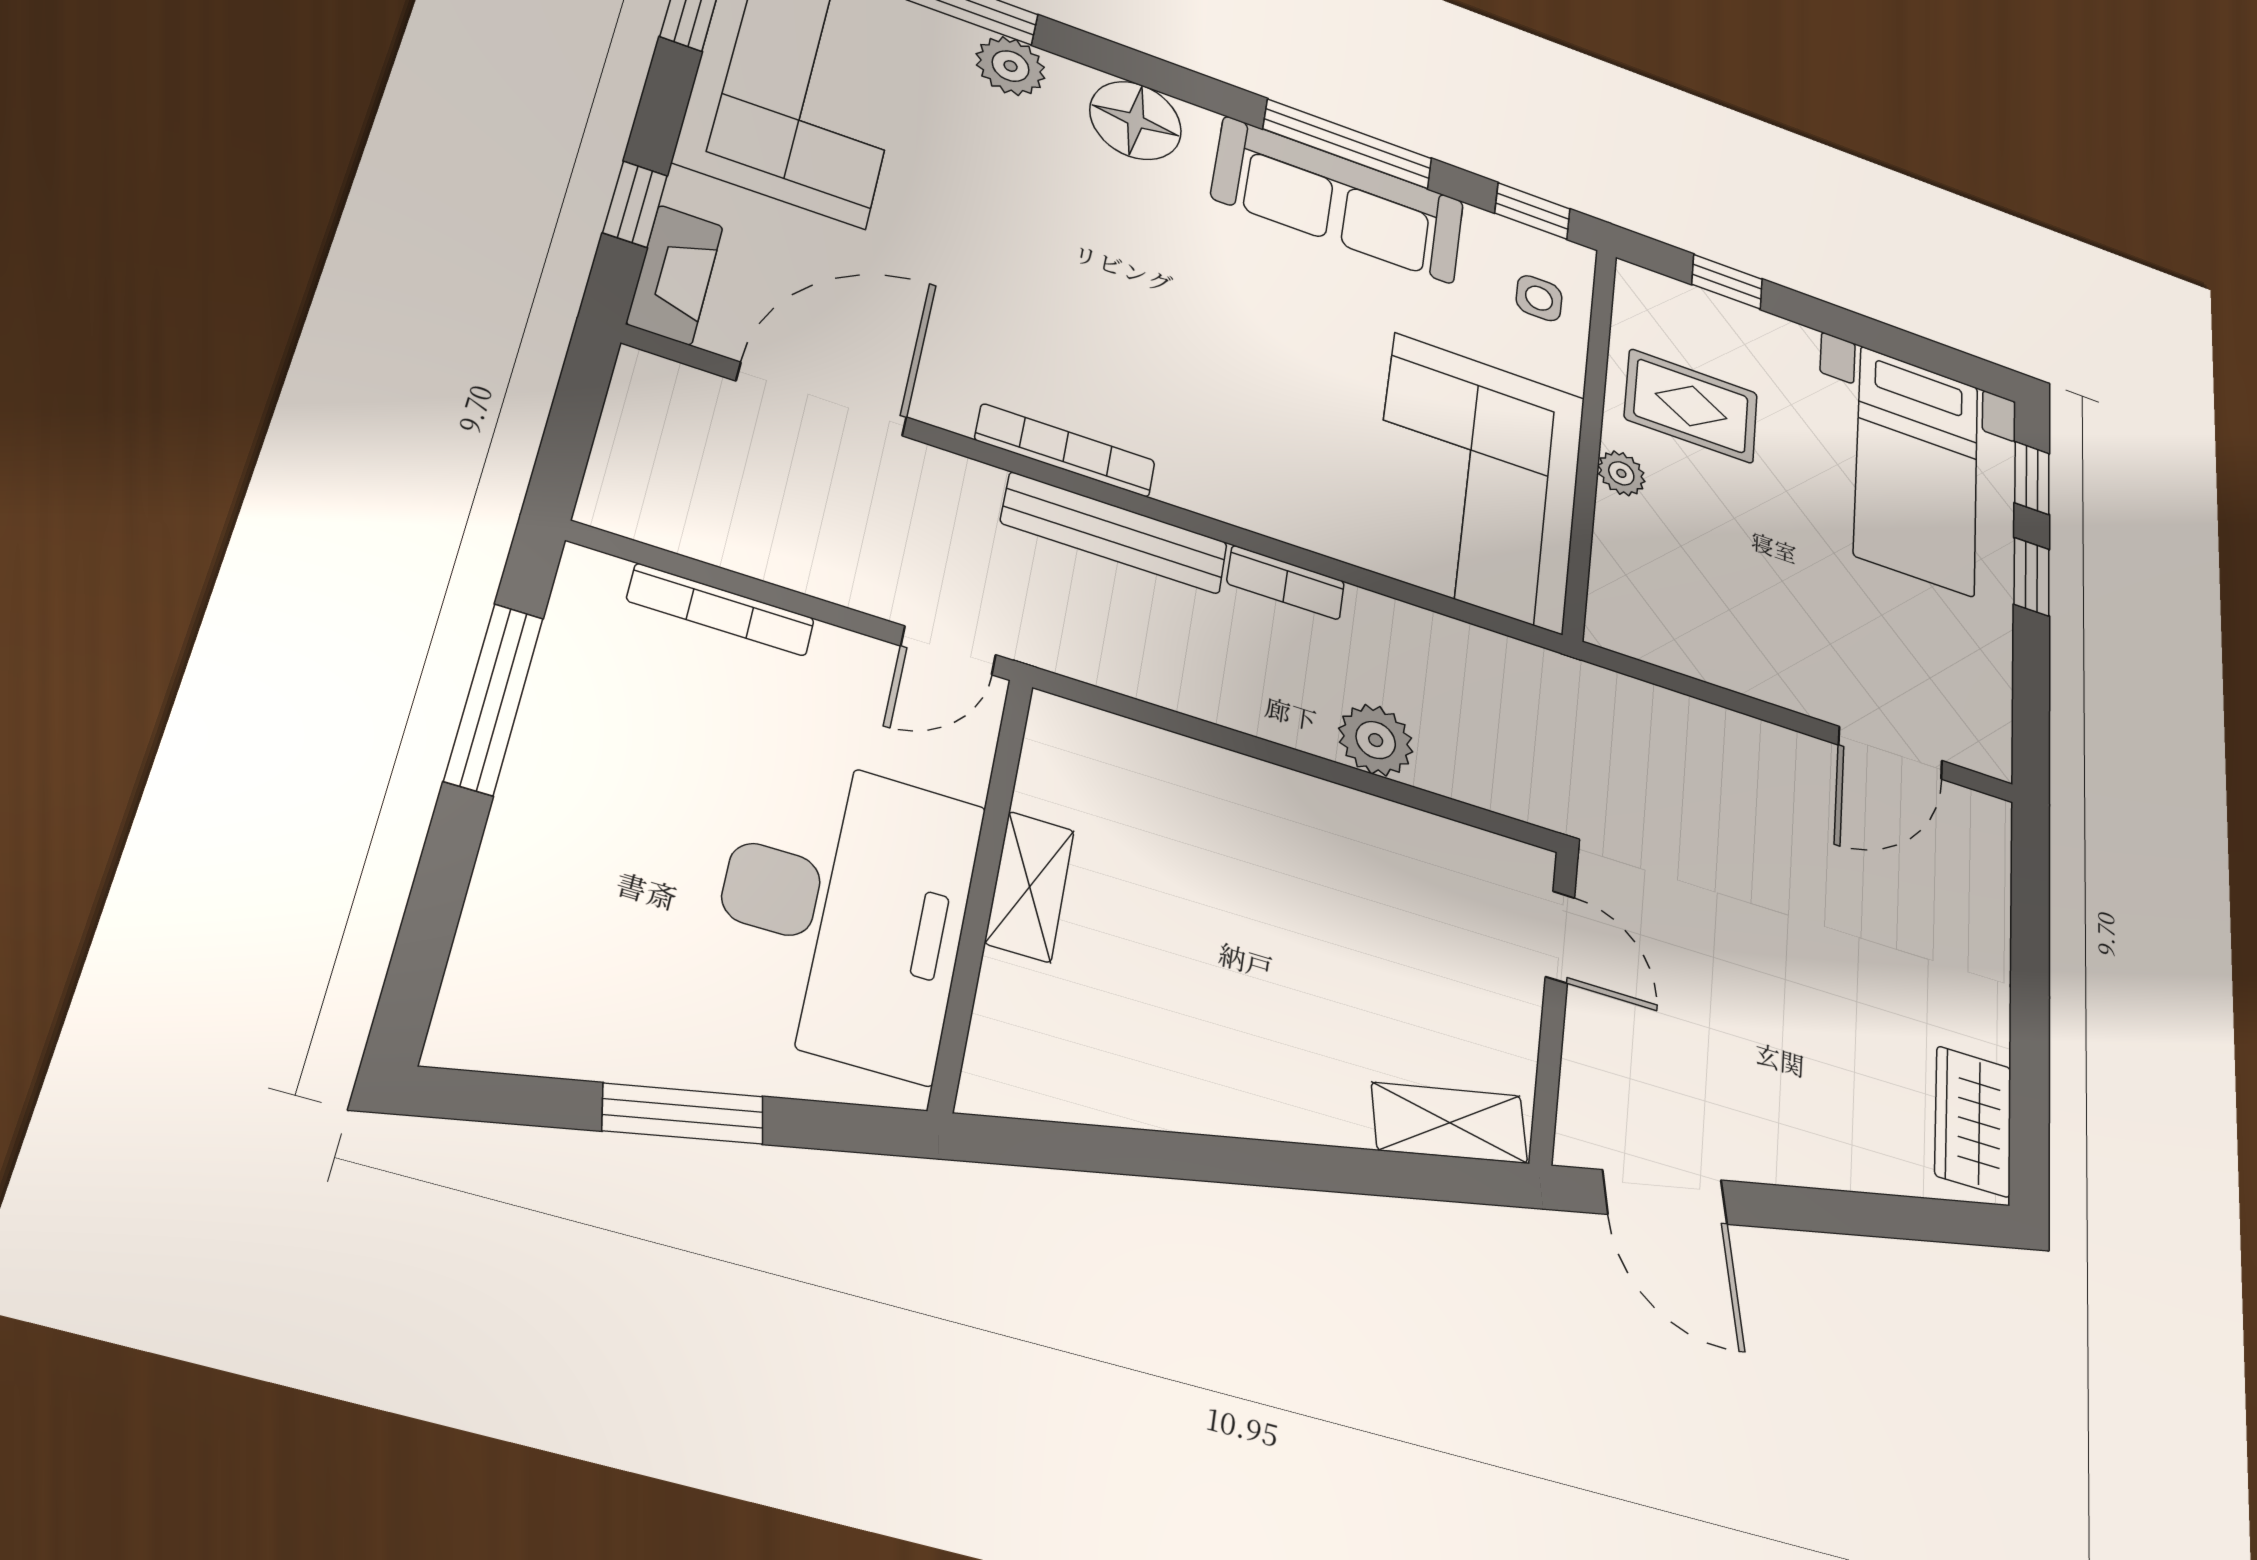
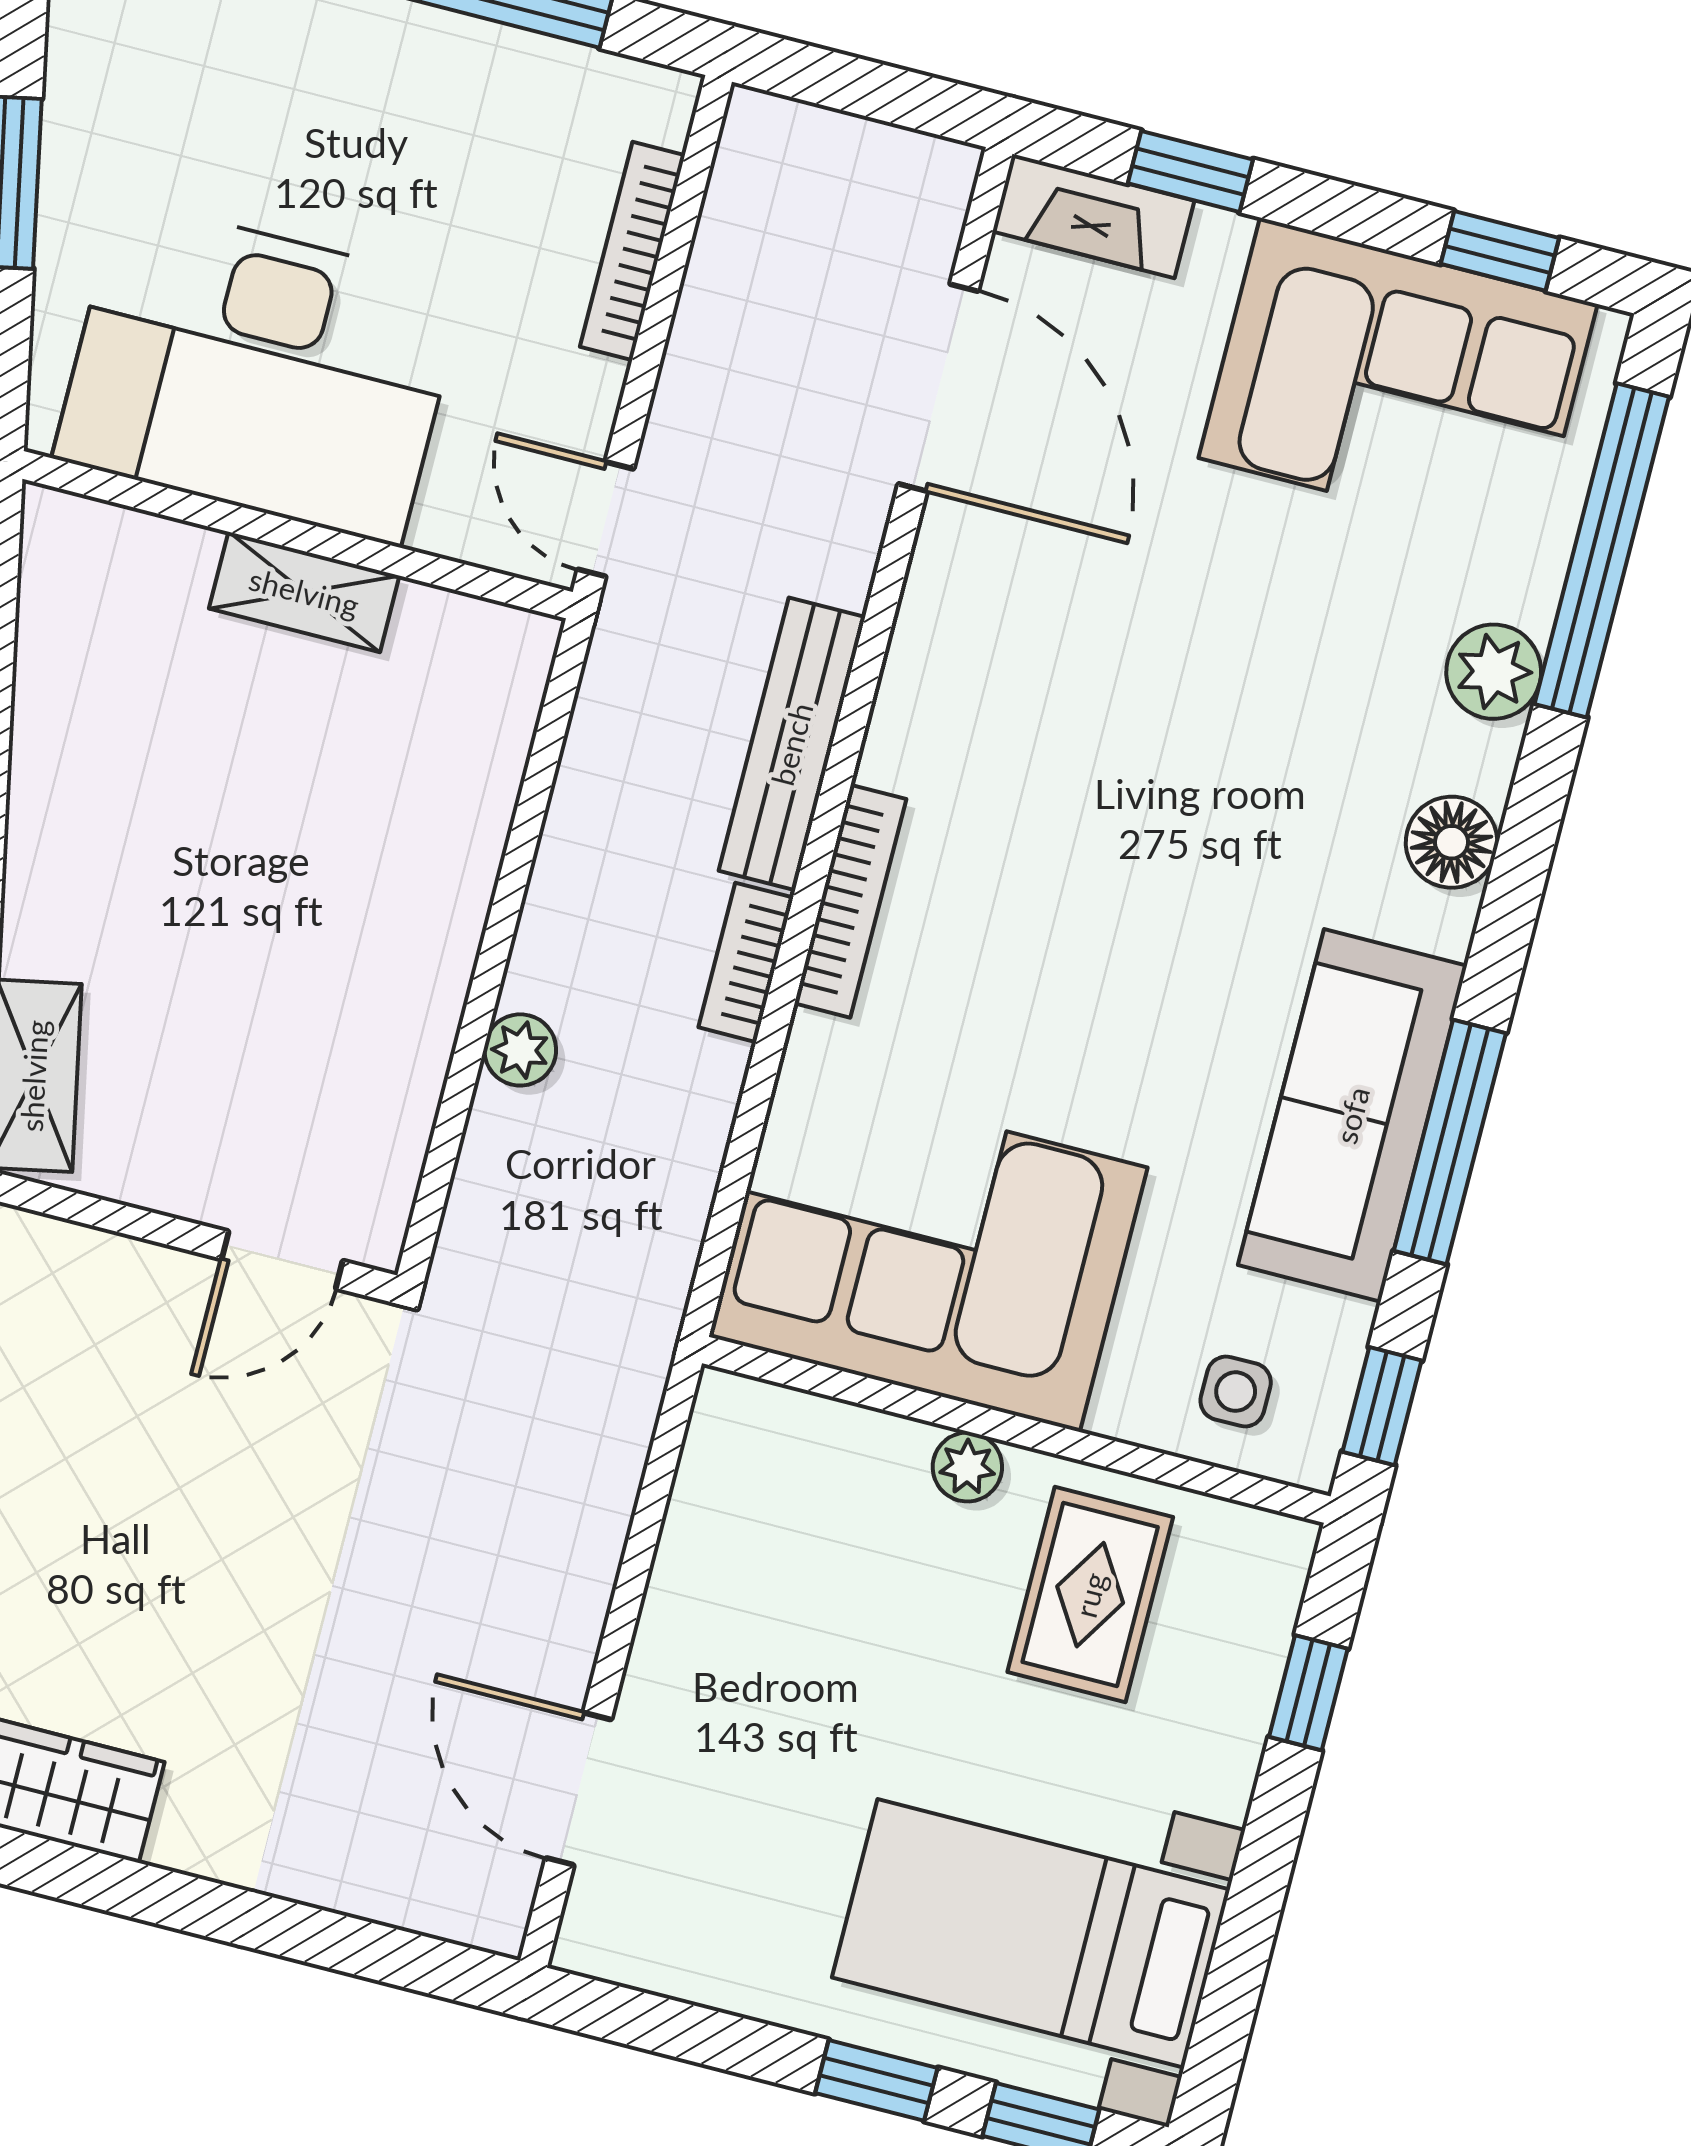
floor lamp: (1136, 120) -> (1452, 842), width x0.73, depth x0.73
bookcase: (1065, 450) -> (850, 901), moved
plant: (1376, 740) -> (520, 1050), width x0.73, depth x0.73

